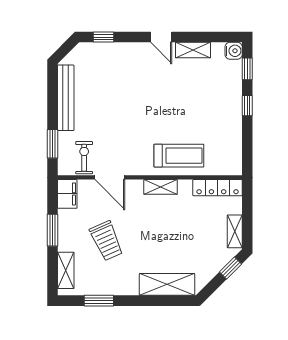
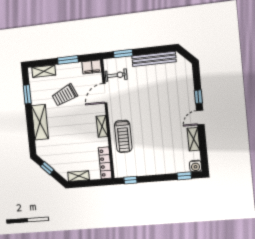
window: (104, 37) -> (198, 97), moved
window: (247, 106) -> (130, 180), moved
window: (231, 268) -> (47, 168), moved
shelving: (167, 284) -> (40, 122), moved

